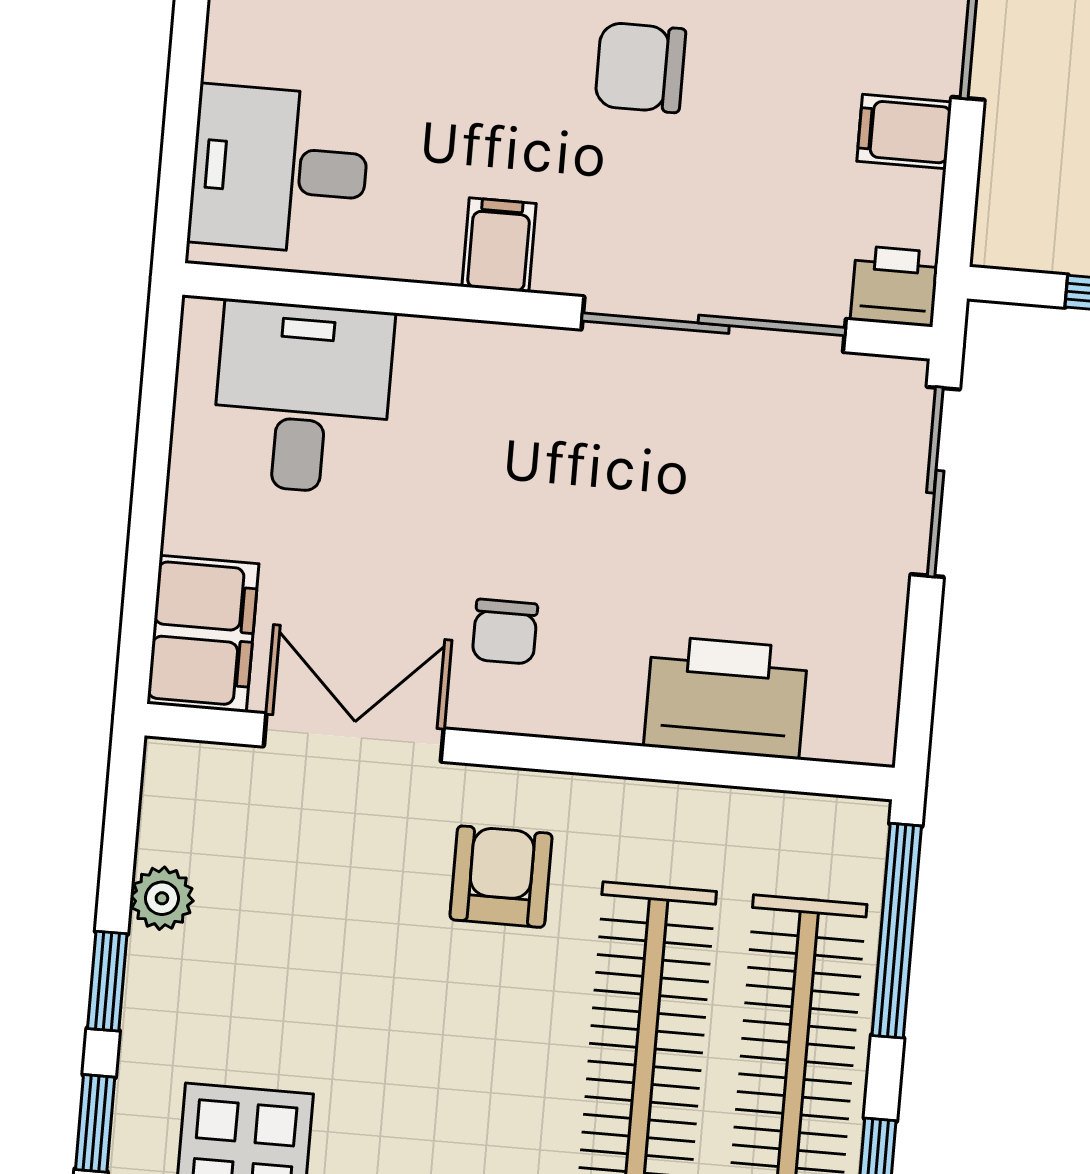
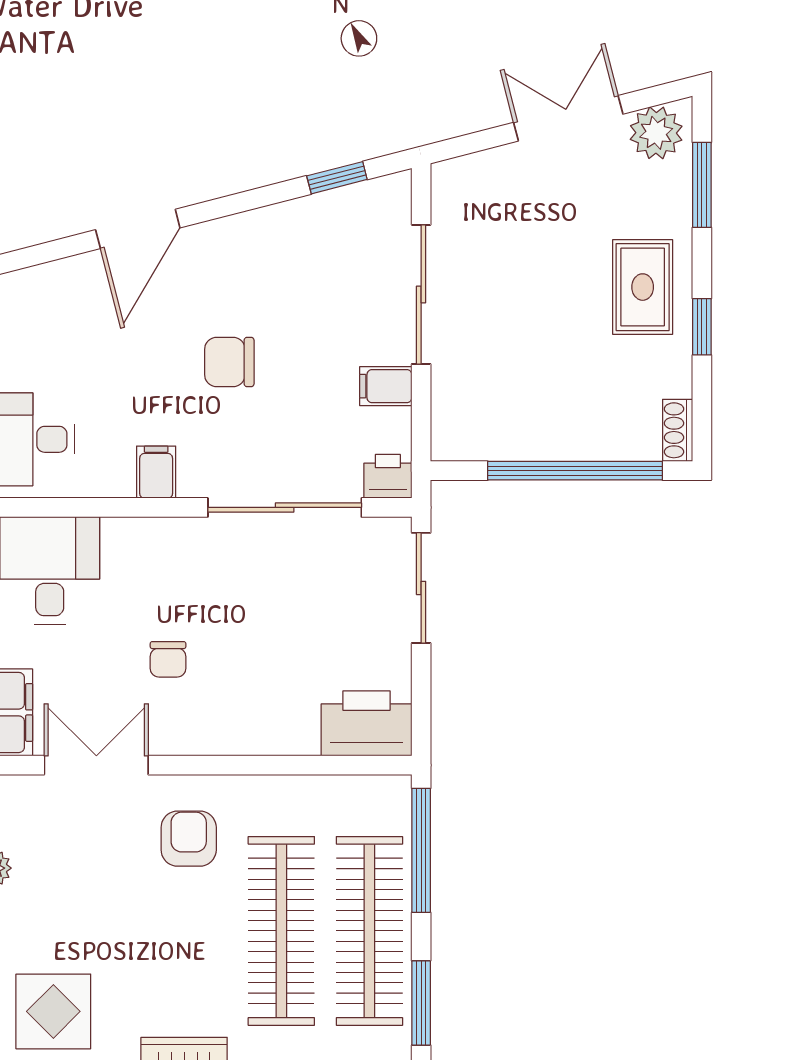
chair: (505, 632) -> (168, 659), moved
printer: (726, 697) -> (367, 723), moved

